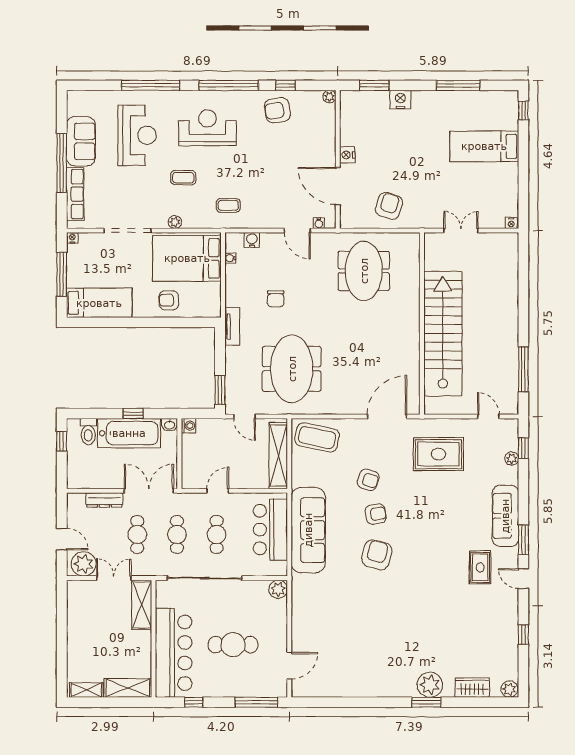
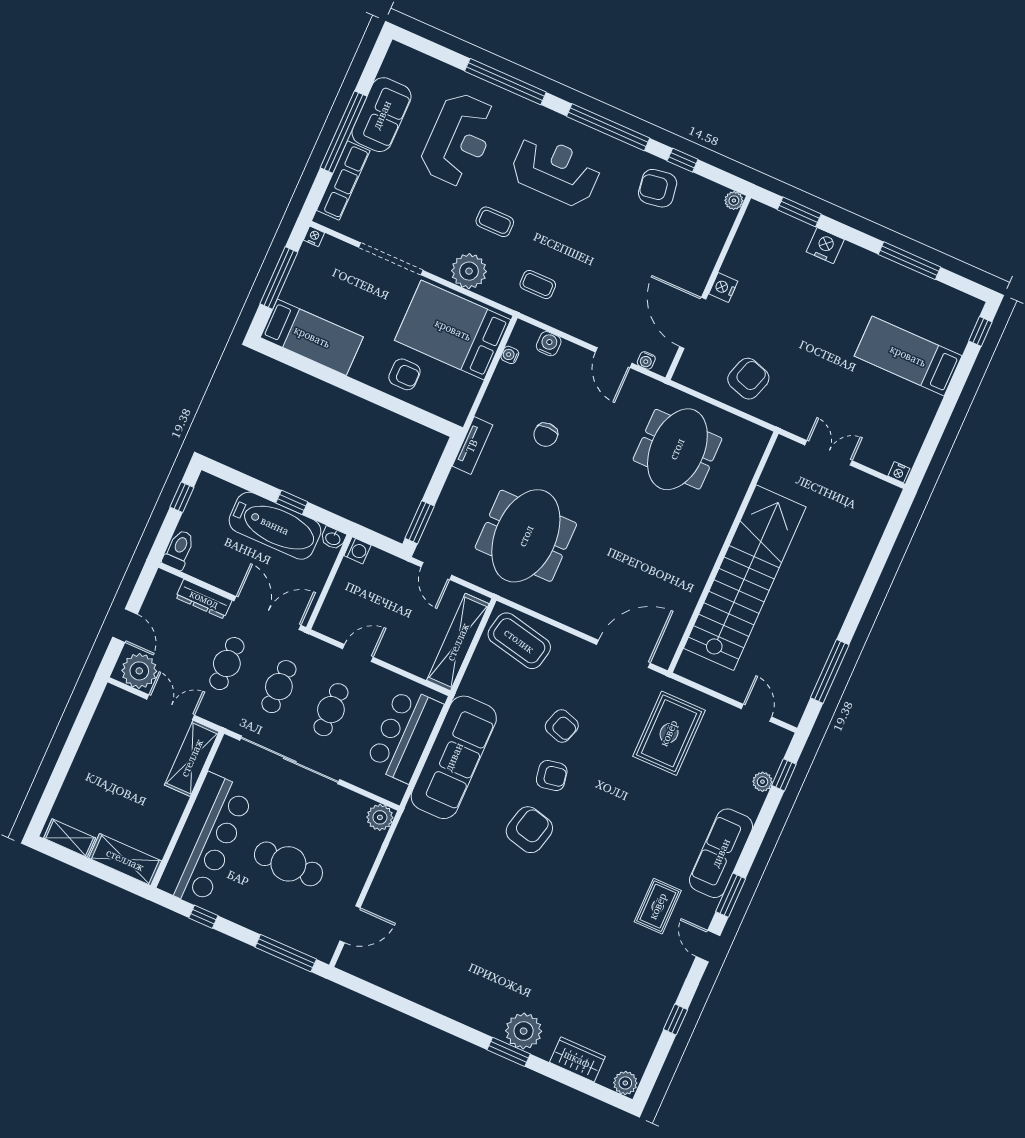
plant: (175, 222) -> (469, 271), width x1.88, depth x1.88
armchair: (169, 300) -> (404, 374), turned 180
toilet: (88, 432) -> (179, 550), moved, turned 180
rug: (438, 454) -> (669, 733), turned 90

